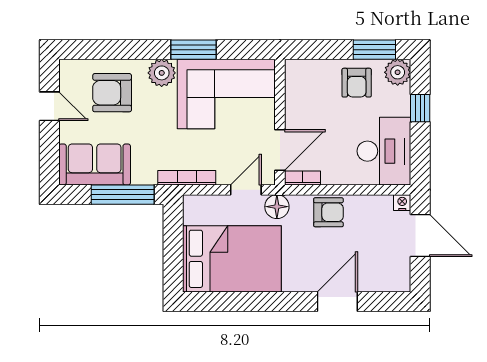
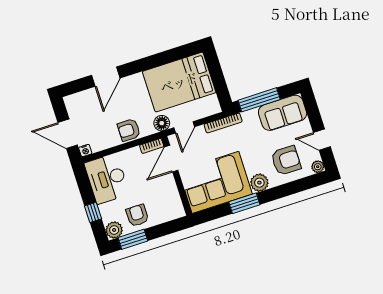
plant: (68, 69) -> (318, 167), added

